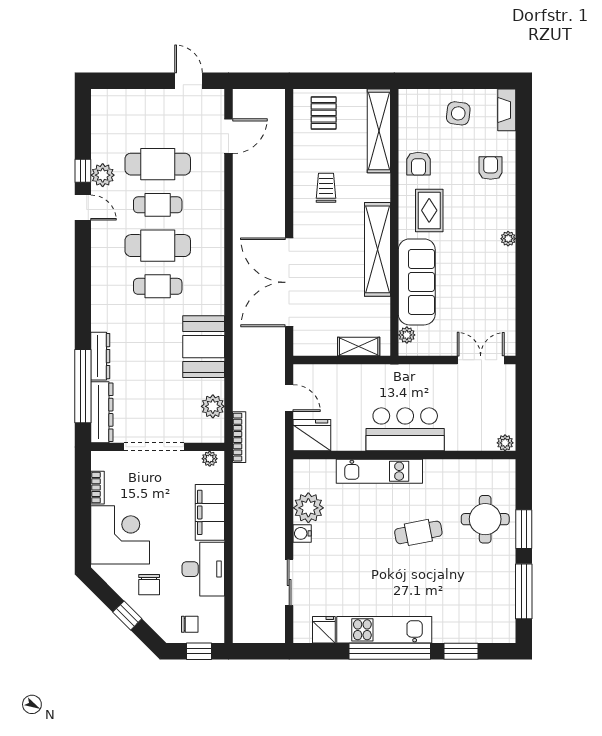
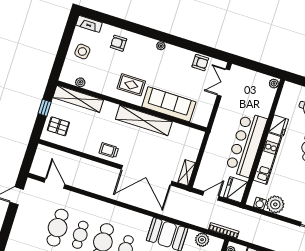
window: (347, 81) -> (45, 108), added
armchair: (418, 164) -> (200, 63), moved
trolley: (326, 188) -> (109, 150), moved
plant: (407, 335) -> (80, 82), moved
shelving: (359, 346) -> (187, 173), moved
bar counter: (405, 429) -> (246, 145), width x1.36
fridge: (439, 472) -> (279, 125), added
water cooler: (302, 533) -> (260, 203), moved

